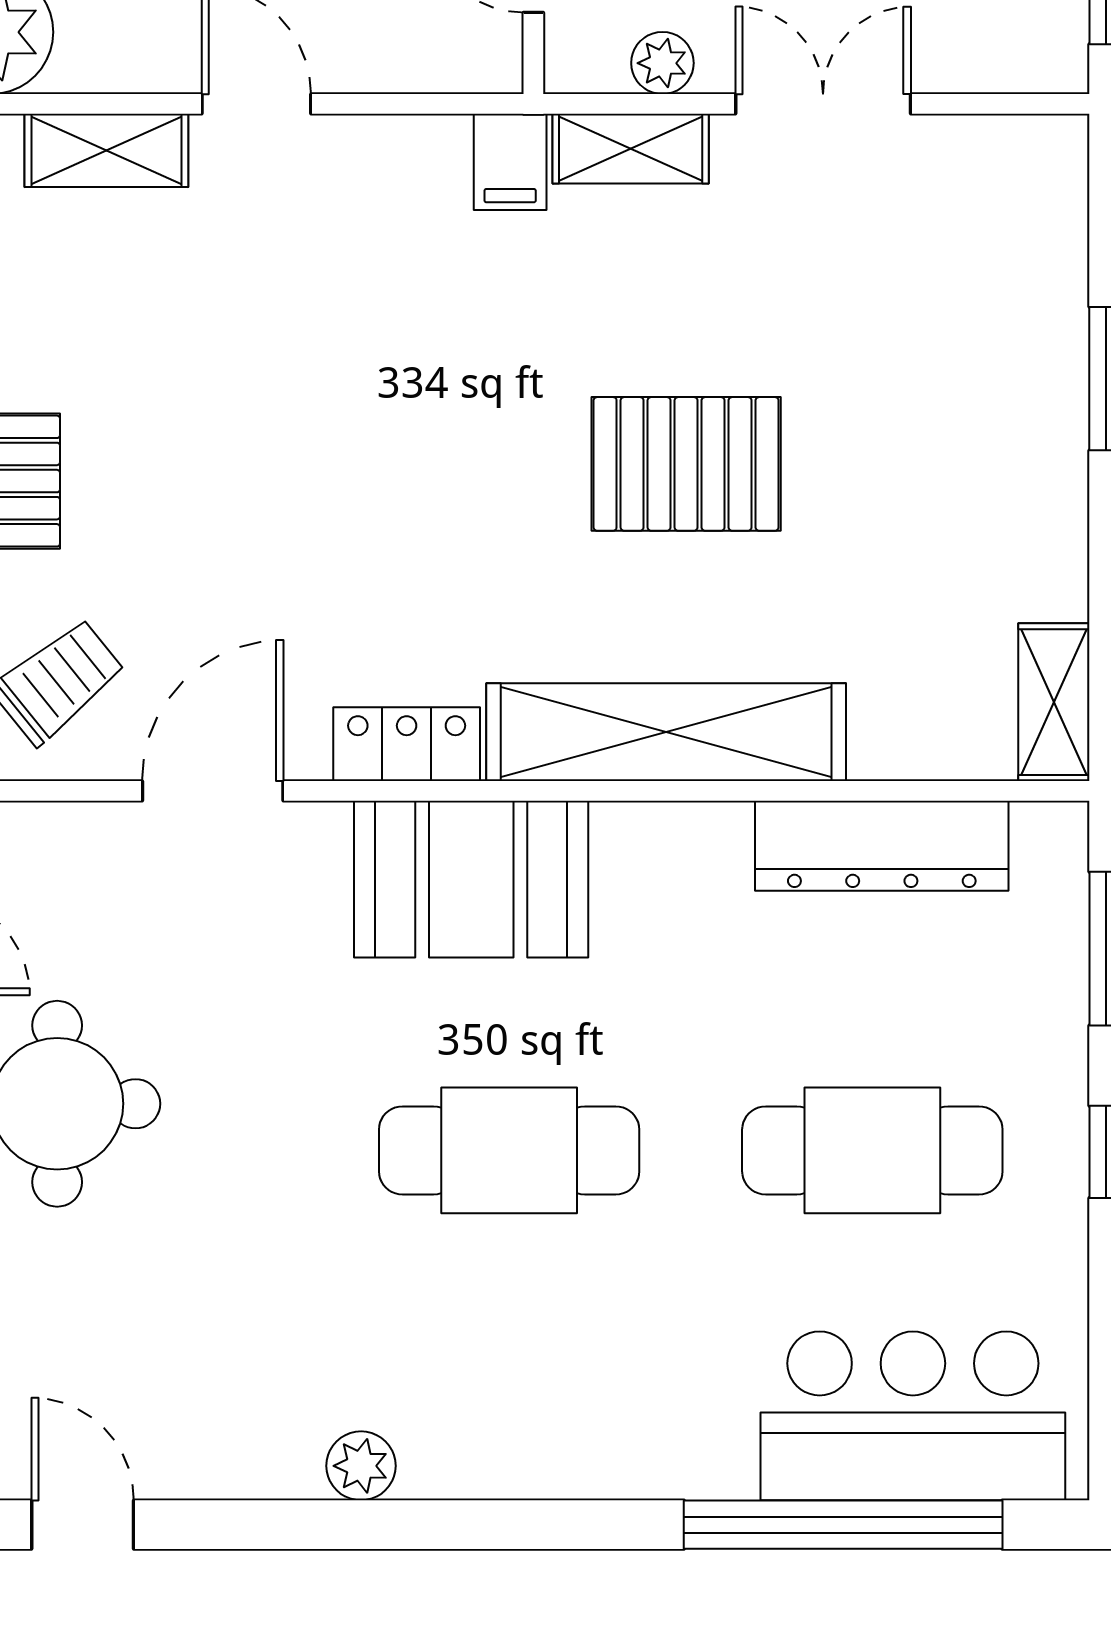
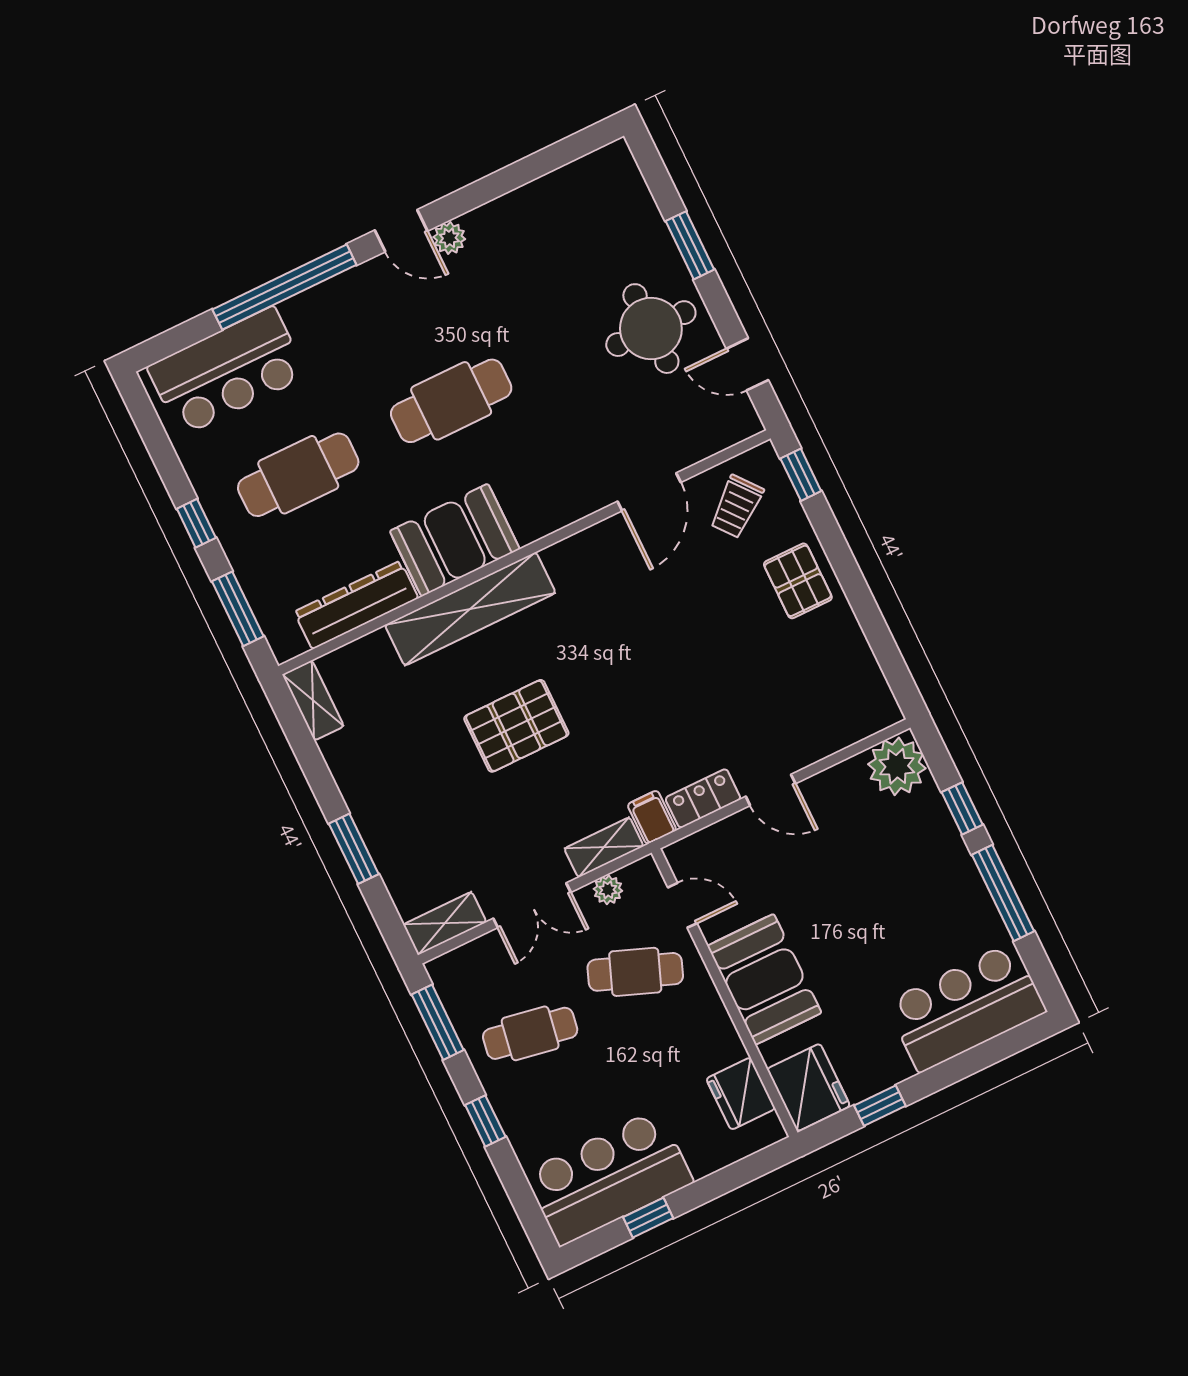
shelving: (106, 150) -> (445, 923), moved
locker: (407, 744) -> (703, 798), moved, turned 180
booth: (471, 879) -> (455, 540), moved
door: (83, 1525) -> (401, 231), moved
window: (843, 1525) -> (284, 287), moved

